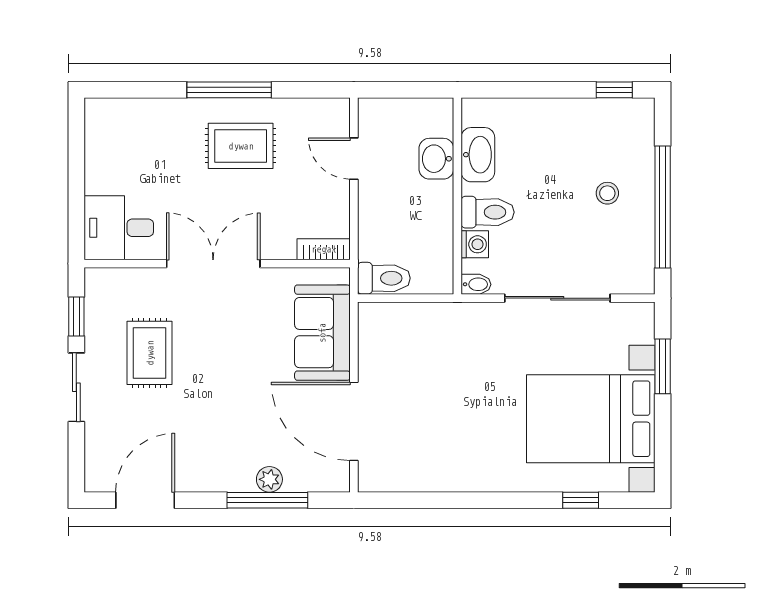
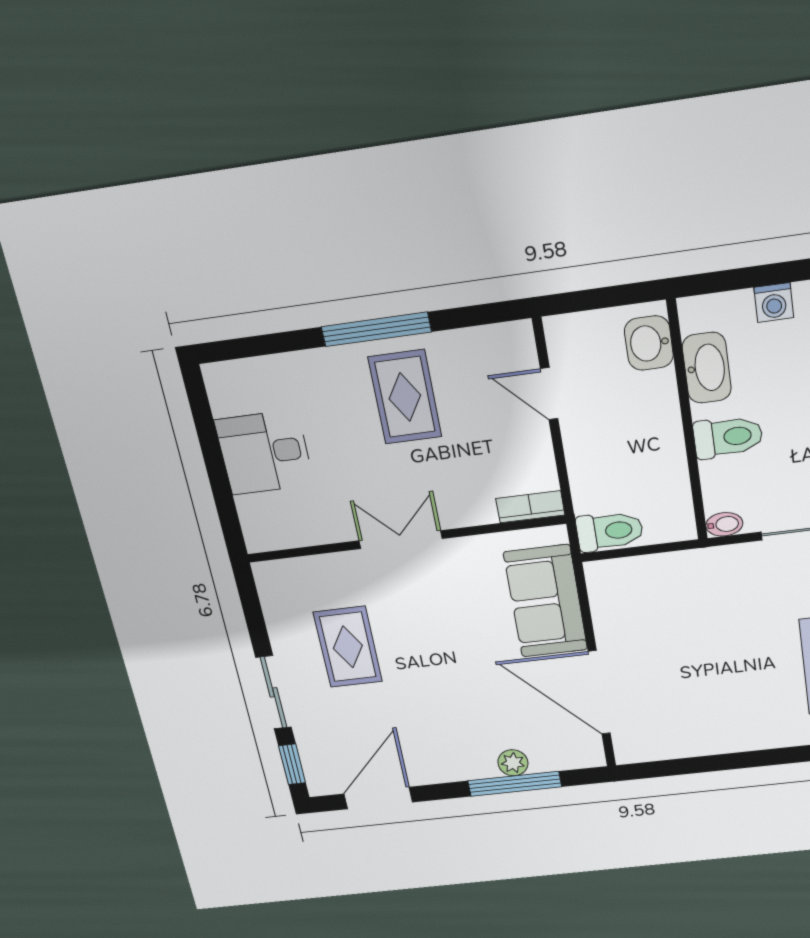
rug: (241, 146) -> (405, 397), turned 90
washbasin: (436, 159) -> (649, 343), moved
desk: (119, 228) -> (264, 452), moved
washing machine: (475, 244) -> (774, 302), moved, turned 90
double door: (213, 264) -> (401, 540), width x0.73
window: (76, 317) -> (292, 764), moved

